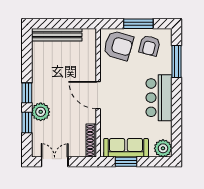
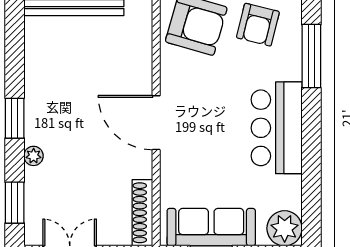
plant: (41, 112) -> (34, 156), width x0.53, depth x0.53
window: (27, 123) -> (15, 203), moved

